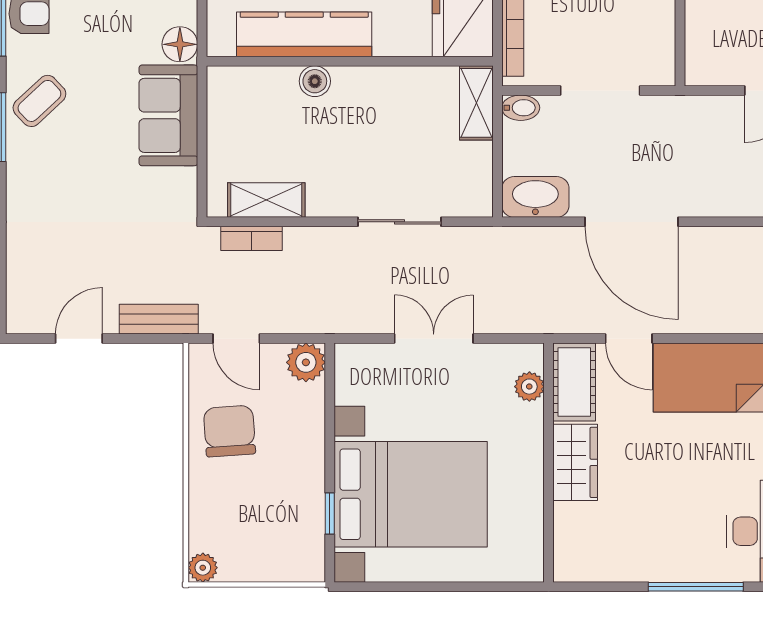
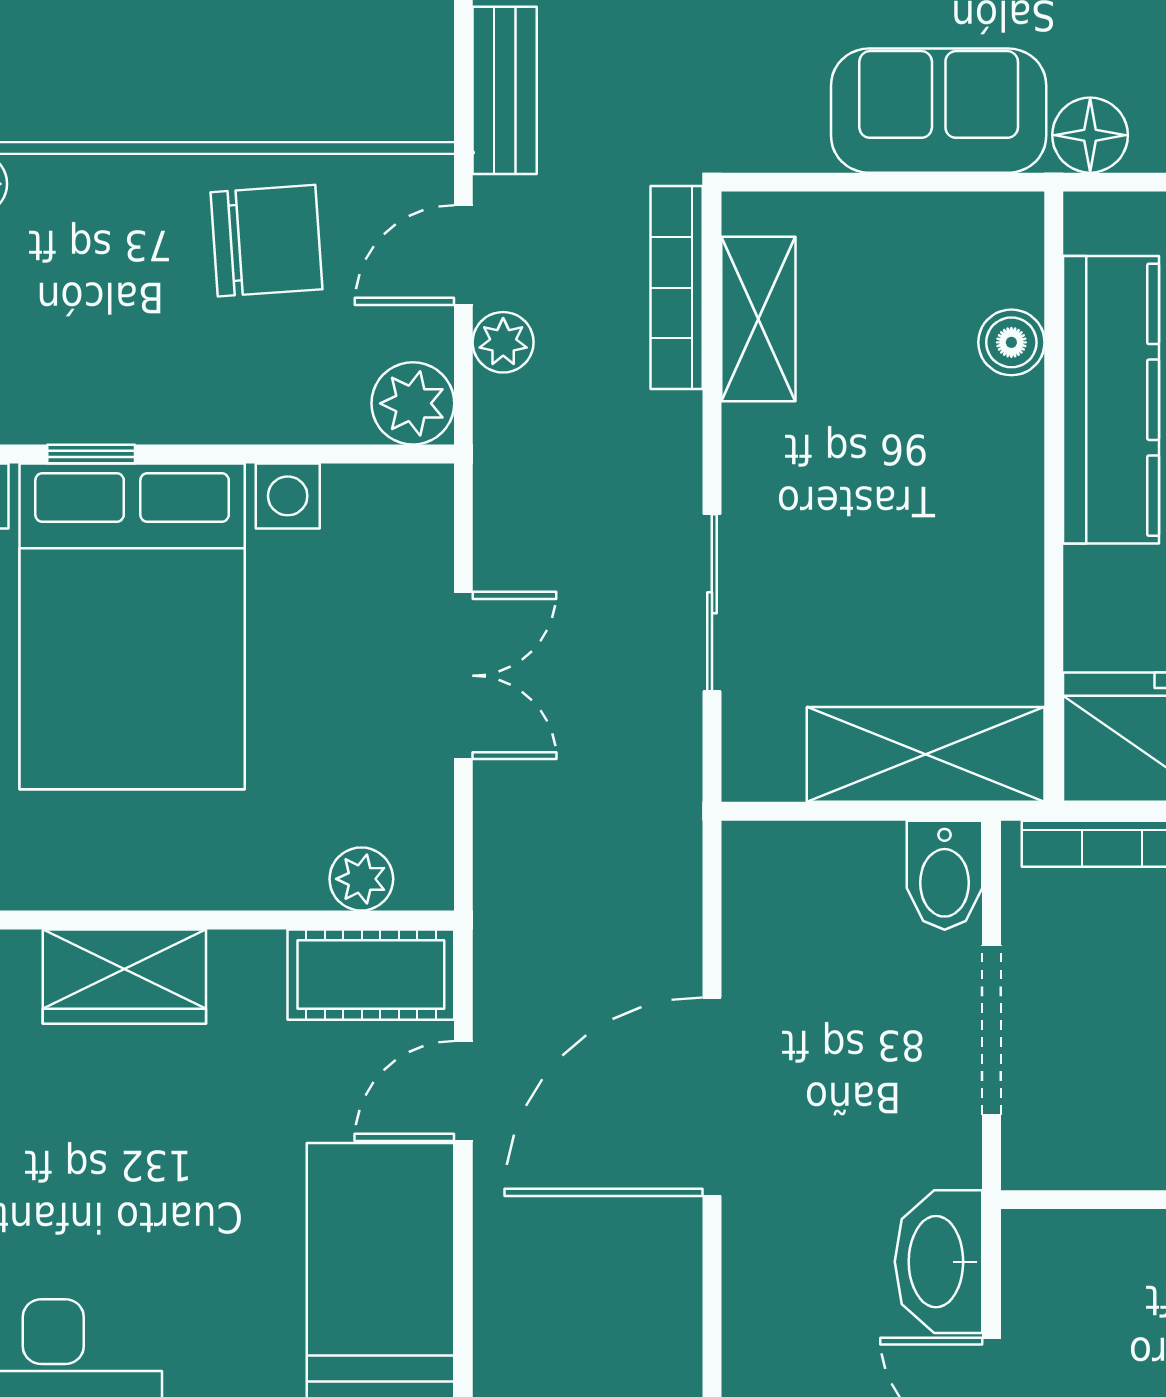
boiler: (315, 81) -> (1011, 342), moved
shelving: (476, 103) -> (926, 754), width x1.50, depth x1.33
bidet: (521, 108) -> (945, 875), width x1.38, depth x1.36
washbasin: (535, 197) -> (939, 1262), moved, turned 180
bookcase: (251, 238) -> (677, 288), width x1.56
plant: (277, 320) -> (503, 342), added
wardrobe: (575, 462) -> (124, 977), moved

